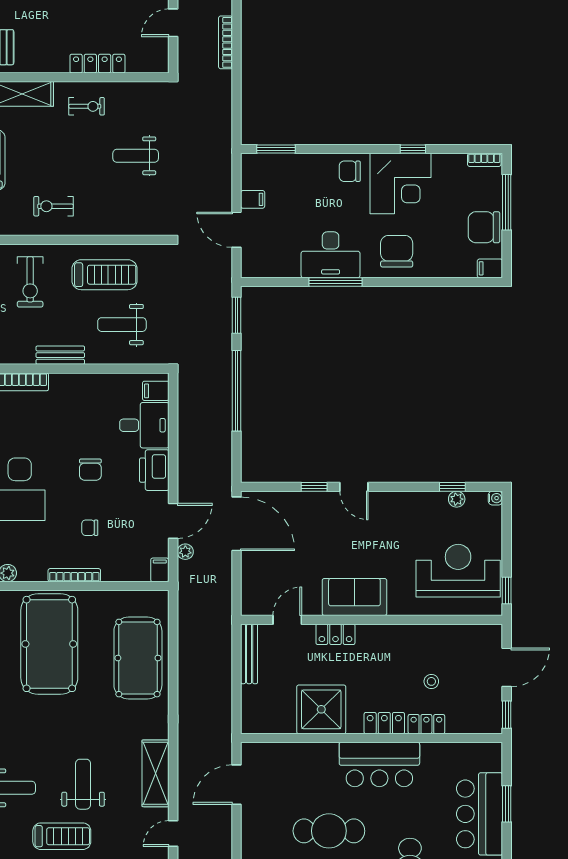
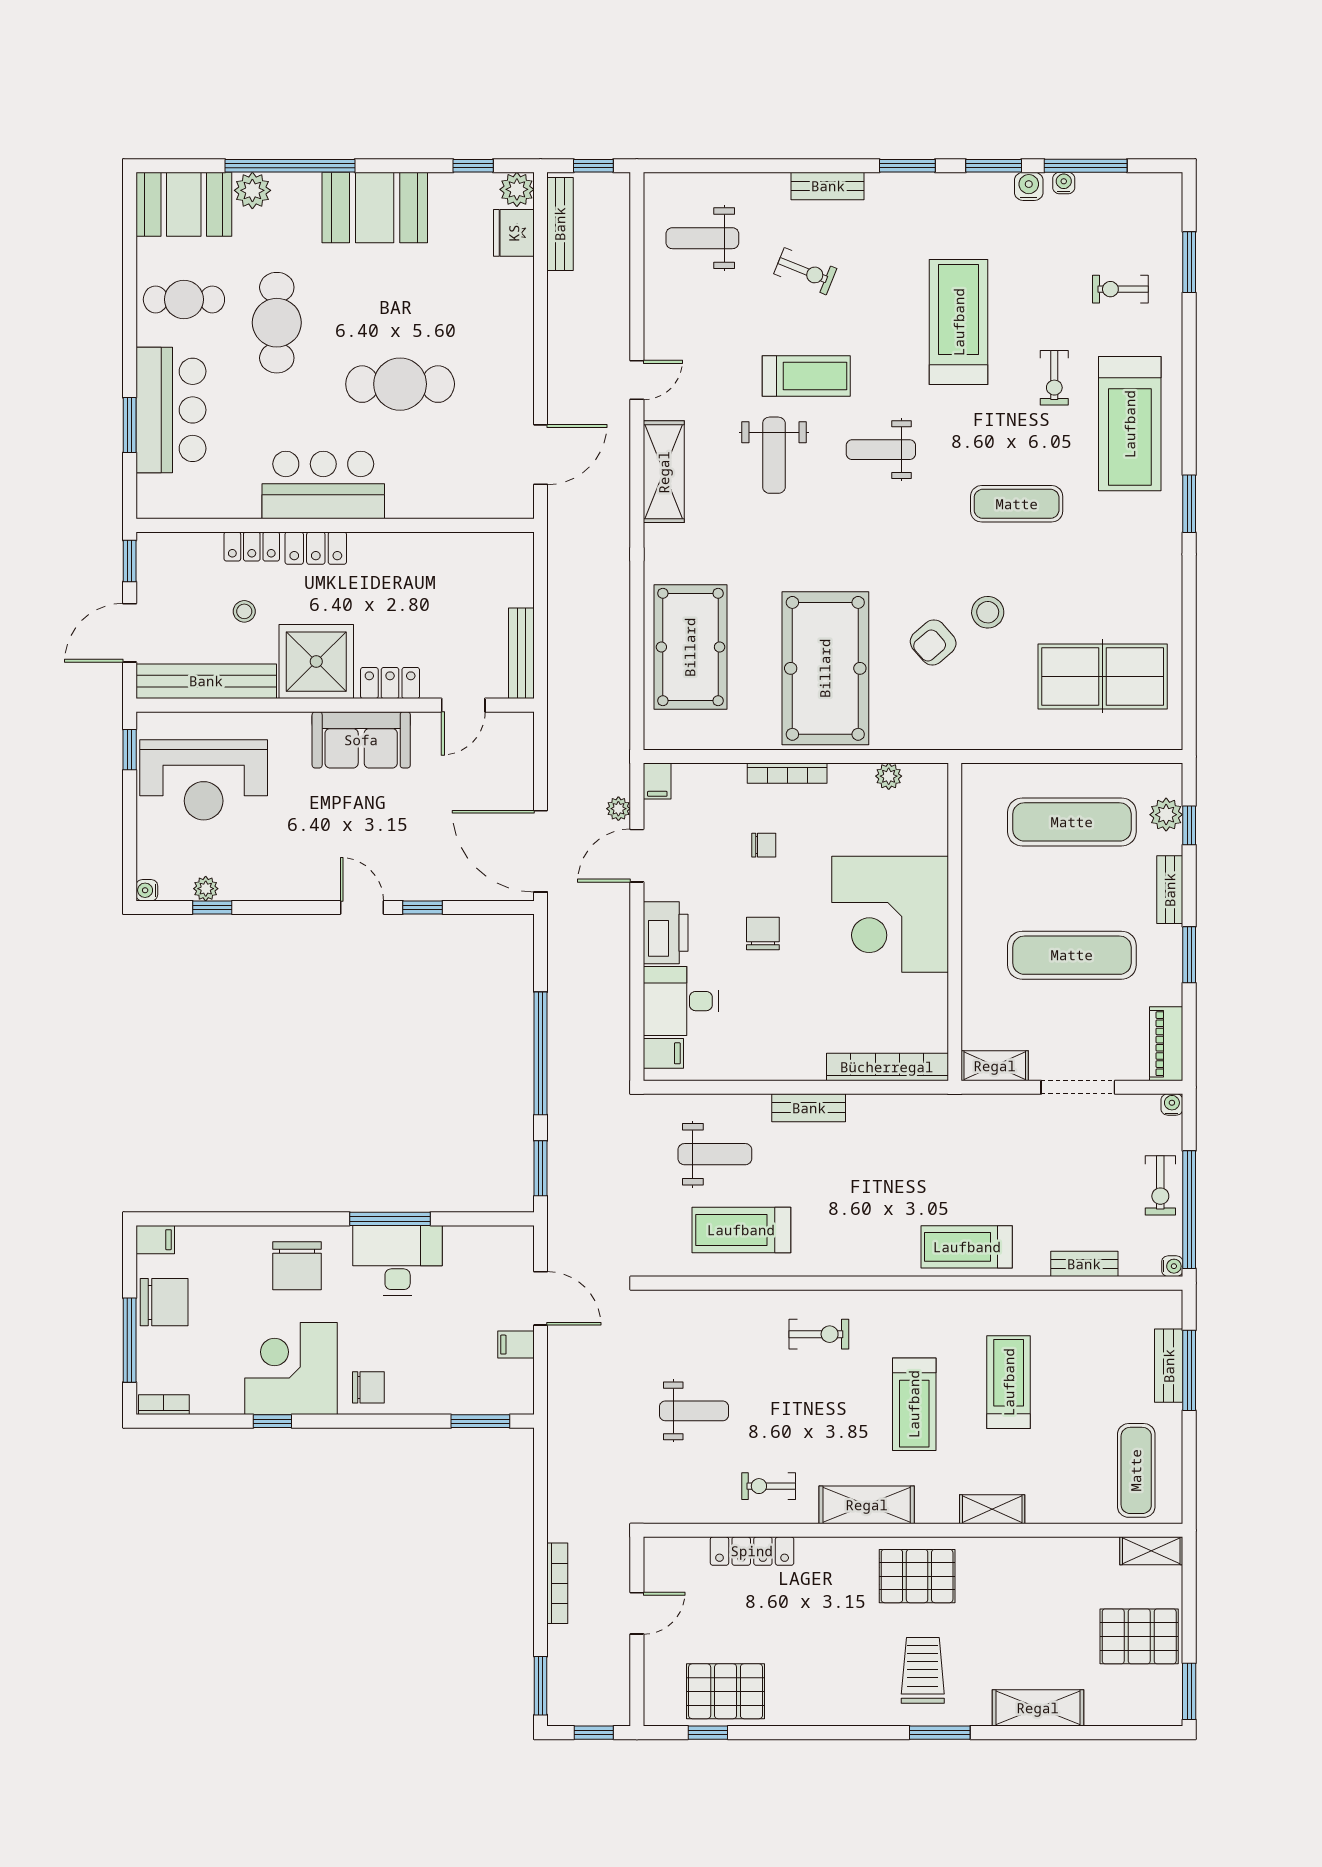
exercise bike: (30, 282) -> (854, 1219), removed
bench: (456, 636) -> (206, 681), added
shower: (321, 709) -> (316, 662), moved
treadmill: (62, 836) -> (806, 376), turned 180

